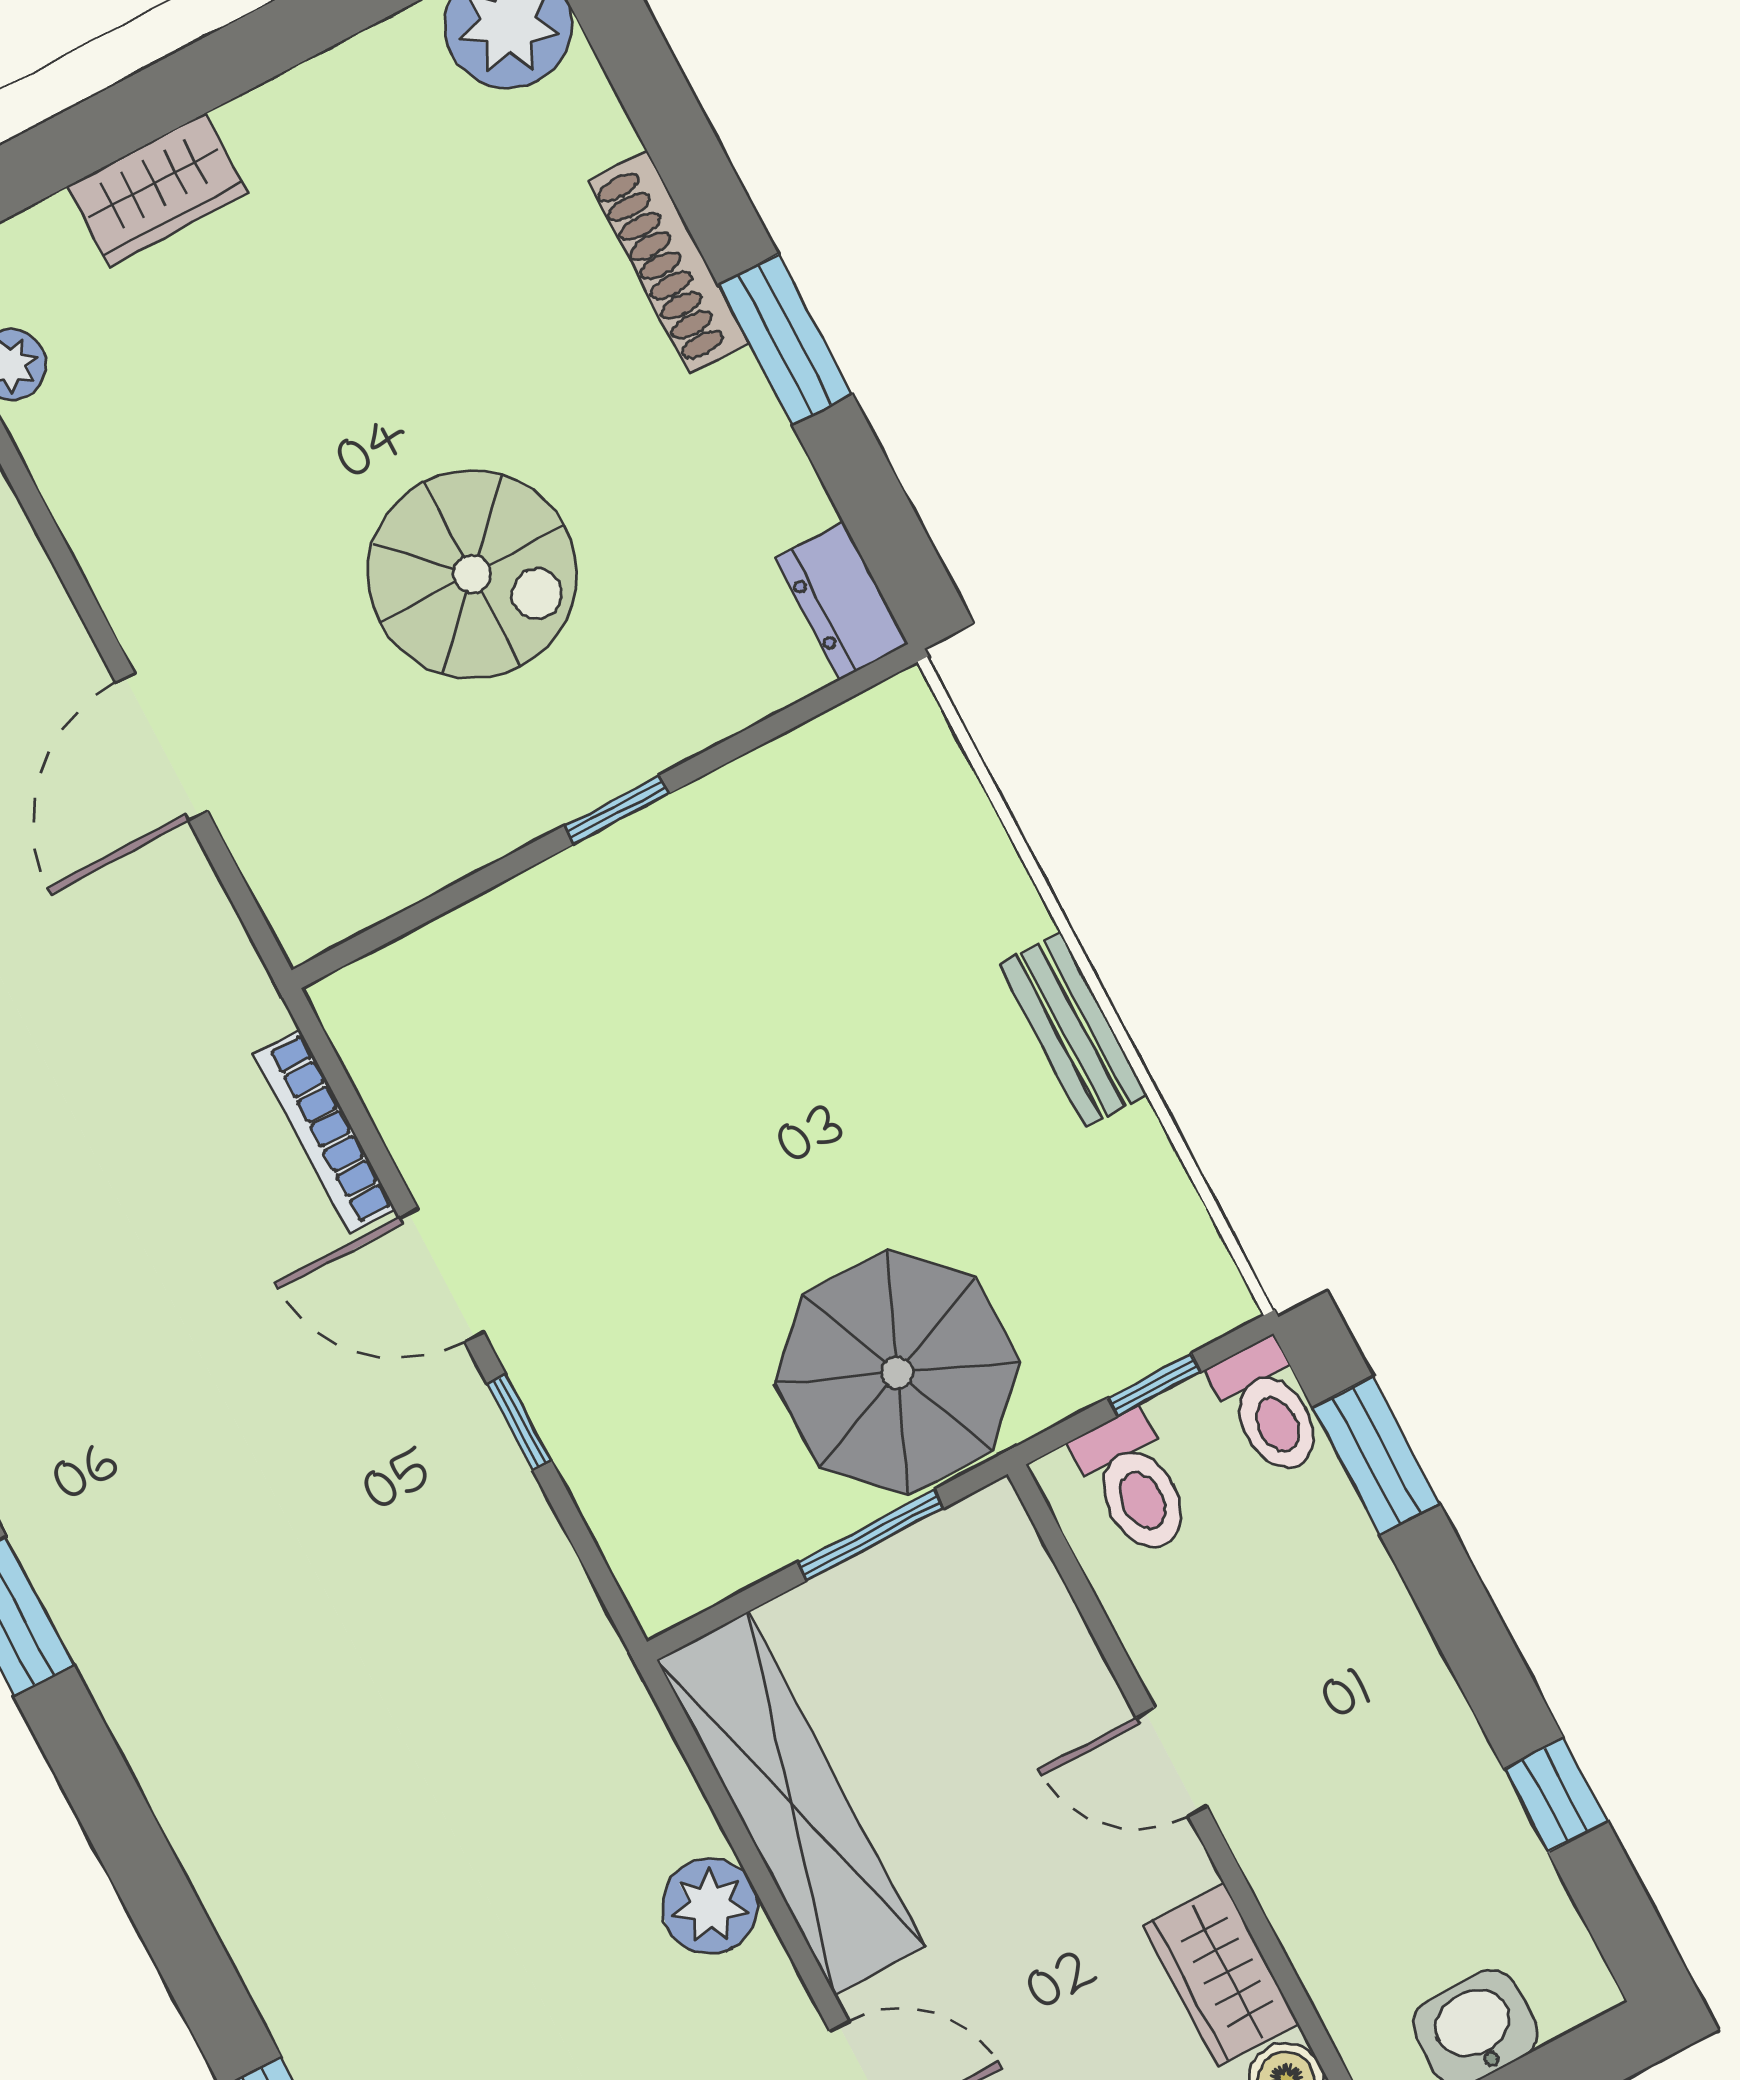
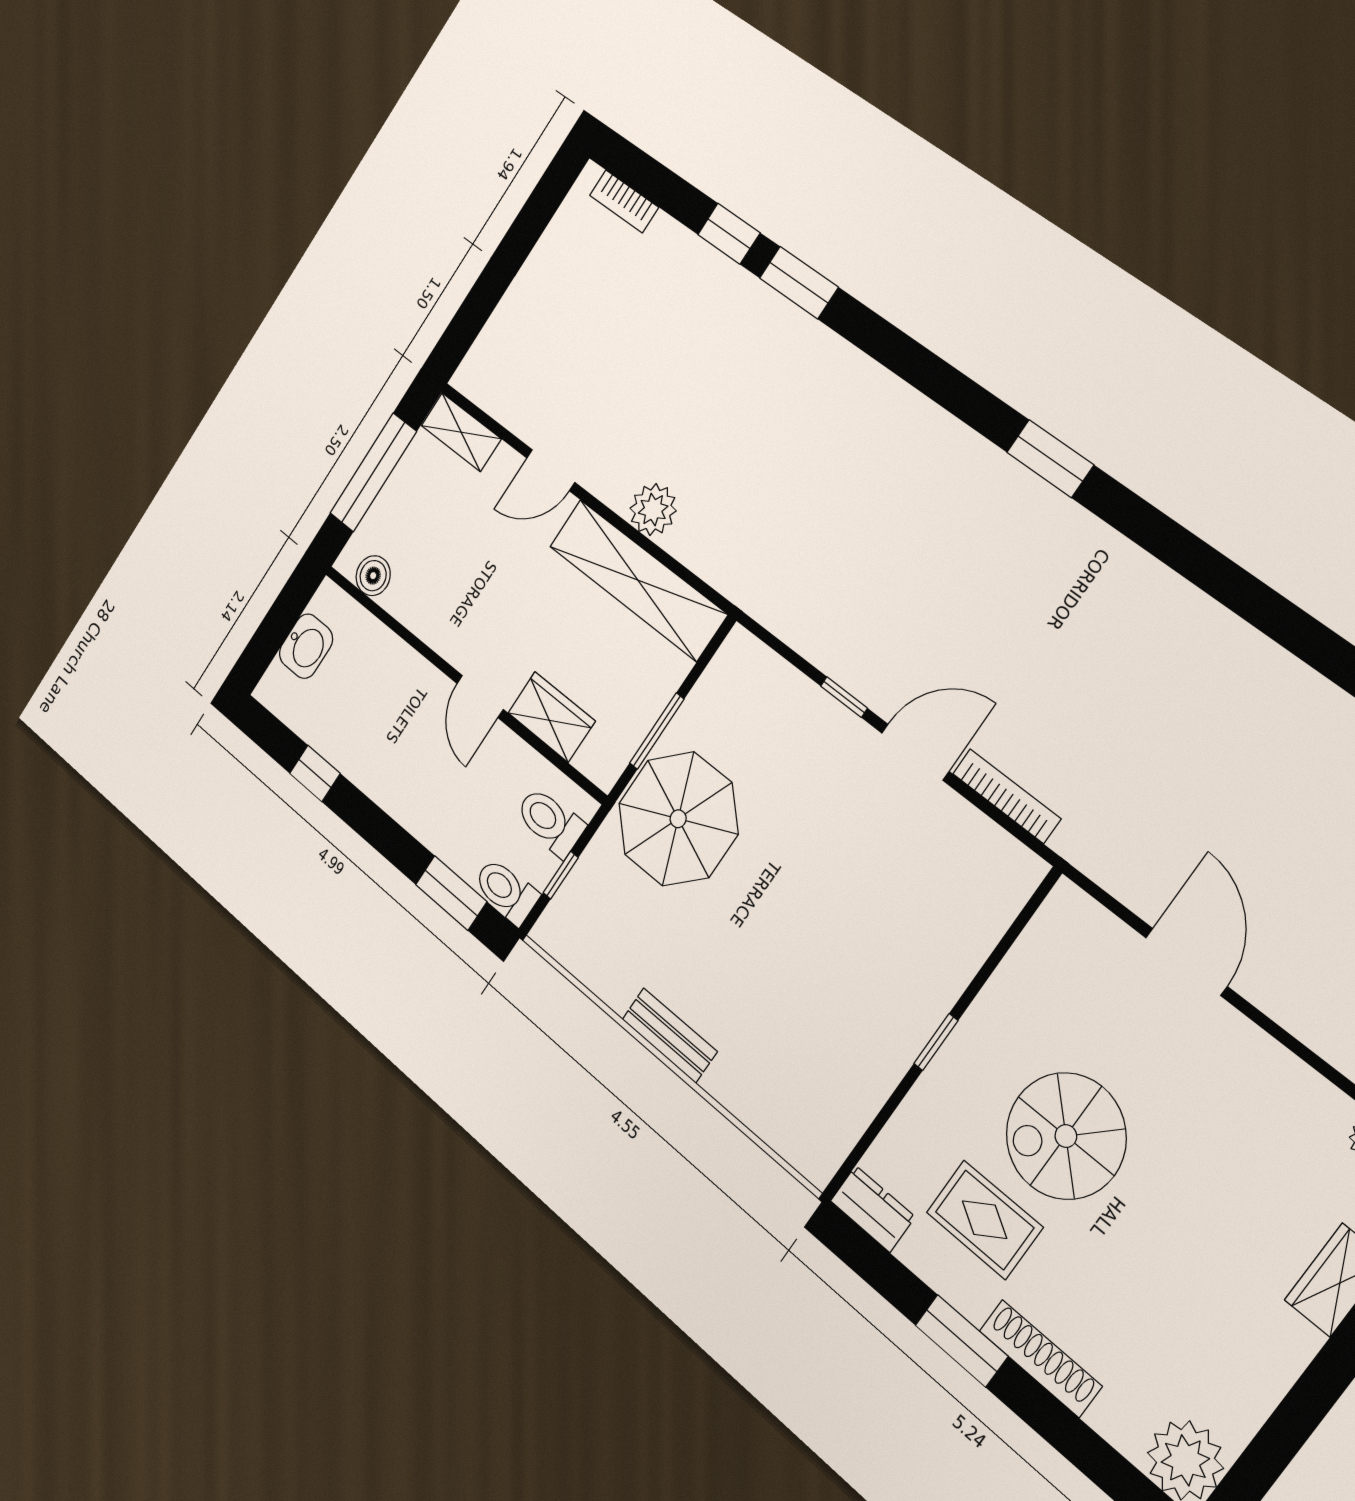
rug: (662, 505) -> (985, 1220), added
door: (1172, 1762) -> (480, 696), swing flipped
wardrobe: (1221, 1975) -> (551, 717), moved

